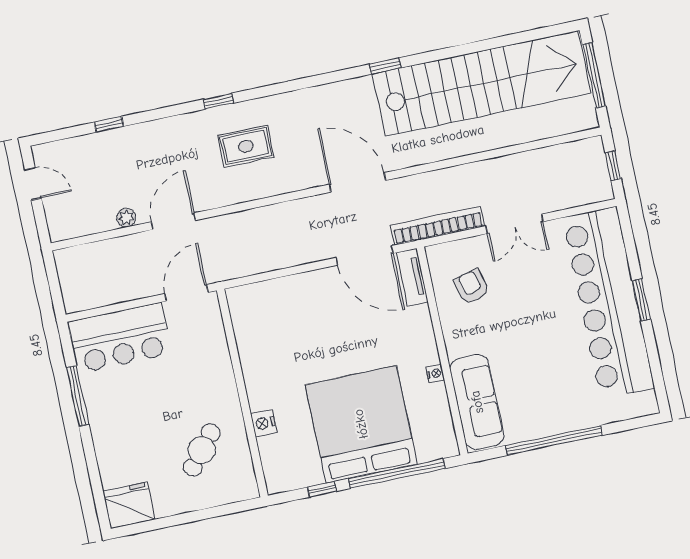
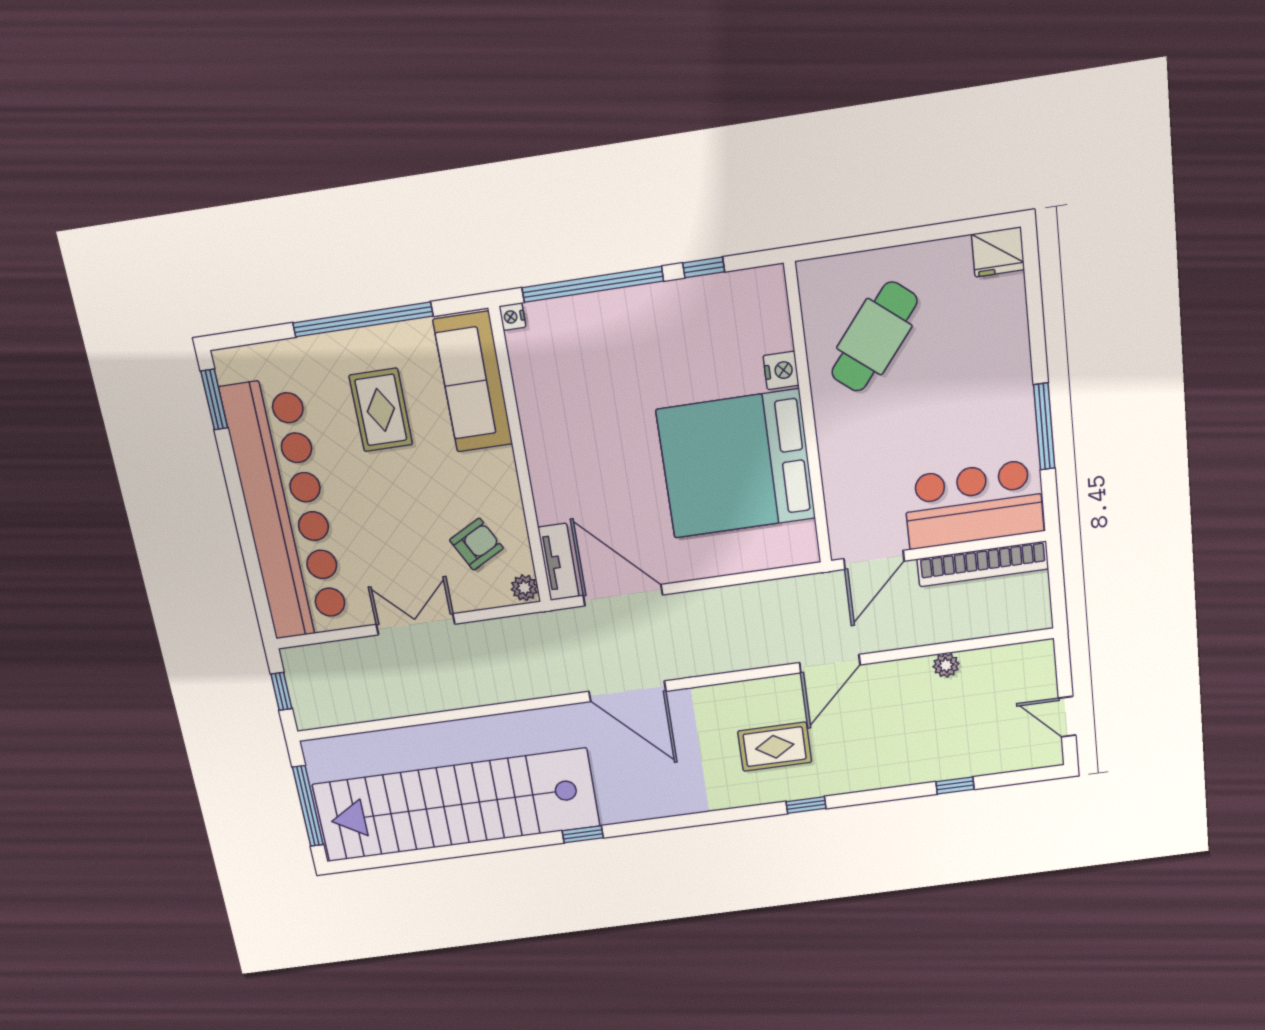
door: (173, 221) -> (830, 664), moved
bookcase: (438, 226) -> (983, 564), moved
plant: (436, 256) -> (524, 588), added
armchair: (472, 287) -> (476, 544), turned -103
window: (641, 300) -> (214, 400), moved
nightstand: (435, 374) -> (512, 317), moved
rug: (541, 379) -> (381, 410), added
bed: (361, 424) -> (736, 464), moved, turned 90
cafe table: (202, 450) -> (874, 337), width x1.37, depth x1.35
fridge: (129, 505) -> (998, 252), width x0.73, depth x0.75

